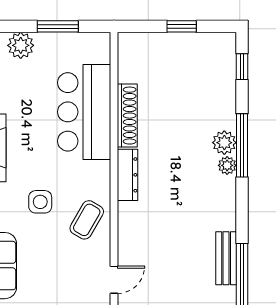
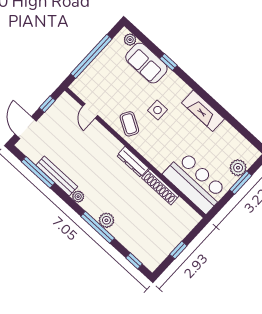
window: (58, 26) -> (241, 183), moved
bar counter: (84, 112) -> (195, 182), moved
plant: (227, 165) -> (78, 197), moved
bench: (226, 258) -> (57, 176), width x1.36

